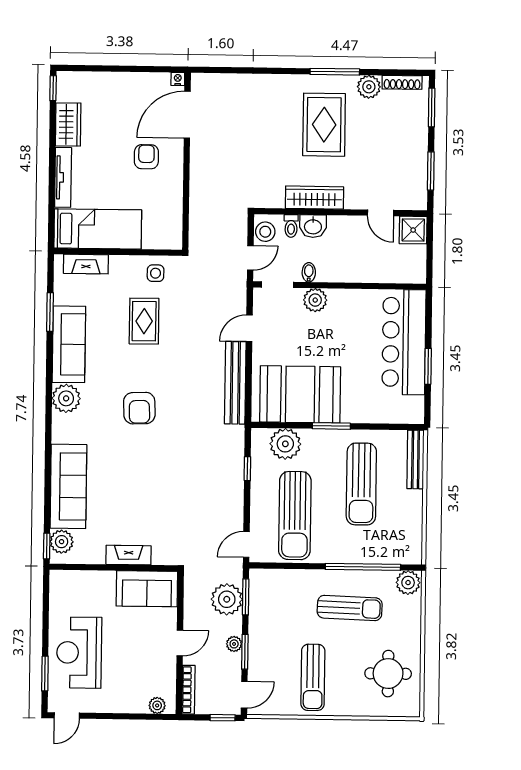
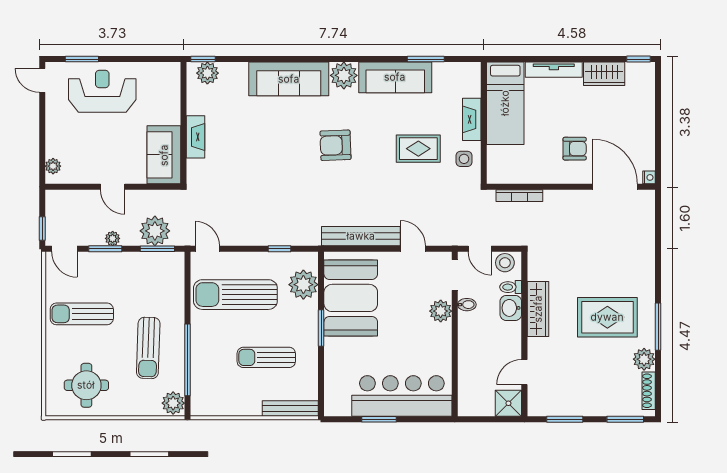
fireplace: (86, 264) -> (472, 119), moved
sun lounger: (361, 484) -> (266, 357), width x0.73, depth x0.75
sofa: (68, 486) -> (289, 79), moved
bookcase: (188, 690) -> (519, 196), moved

